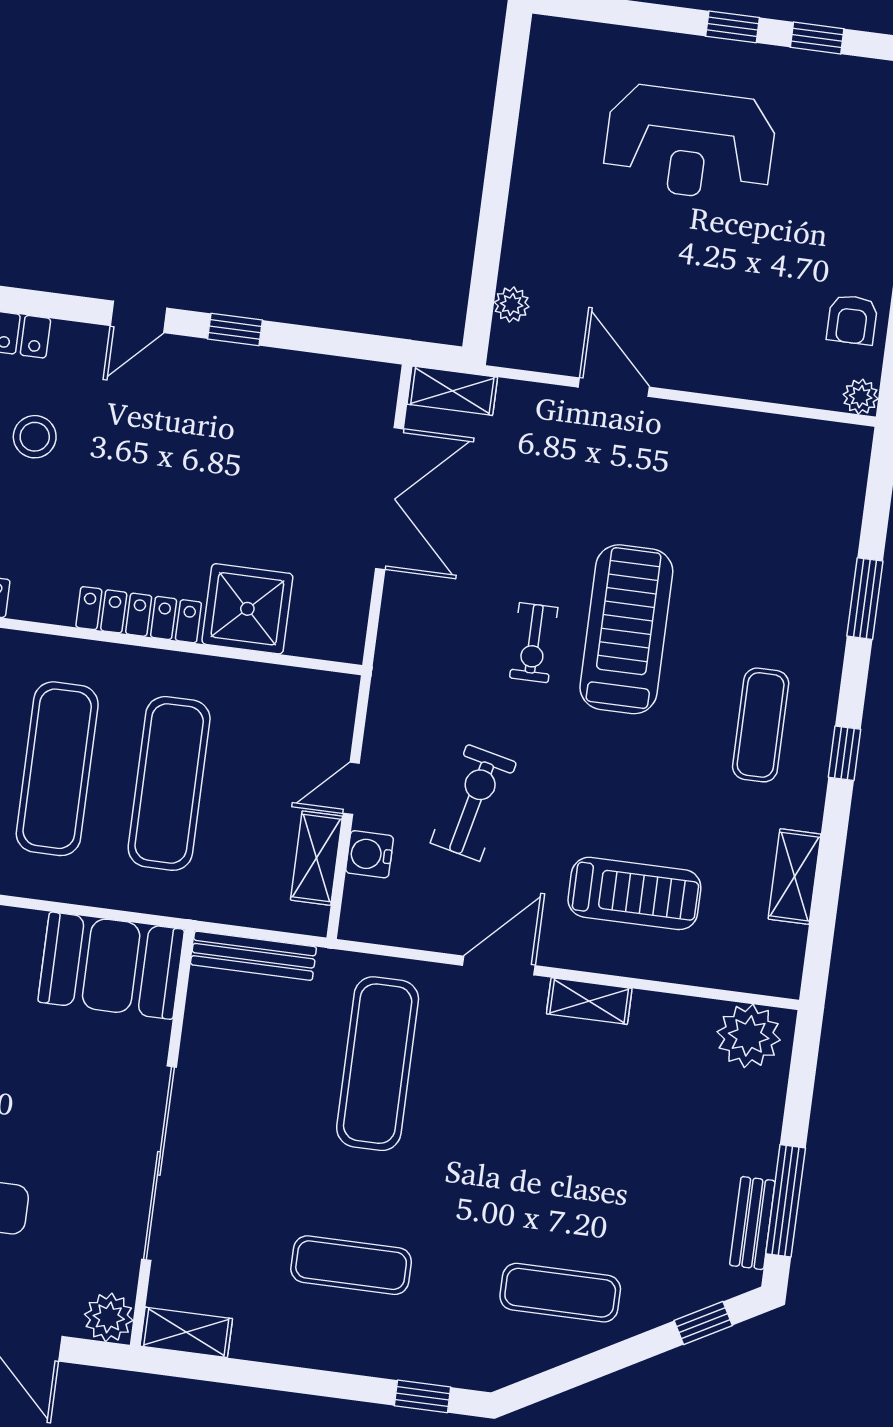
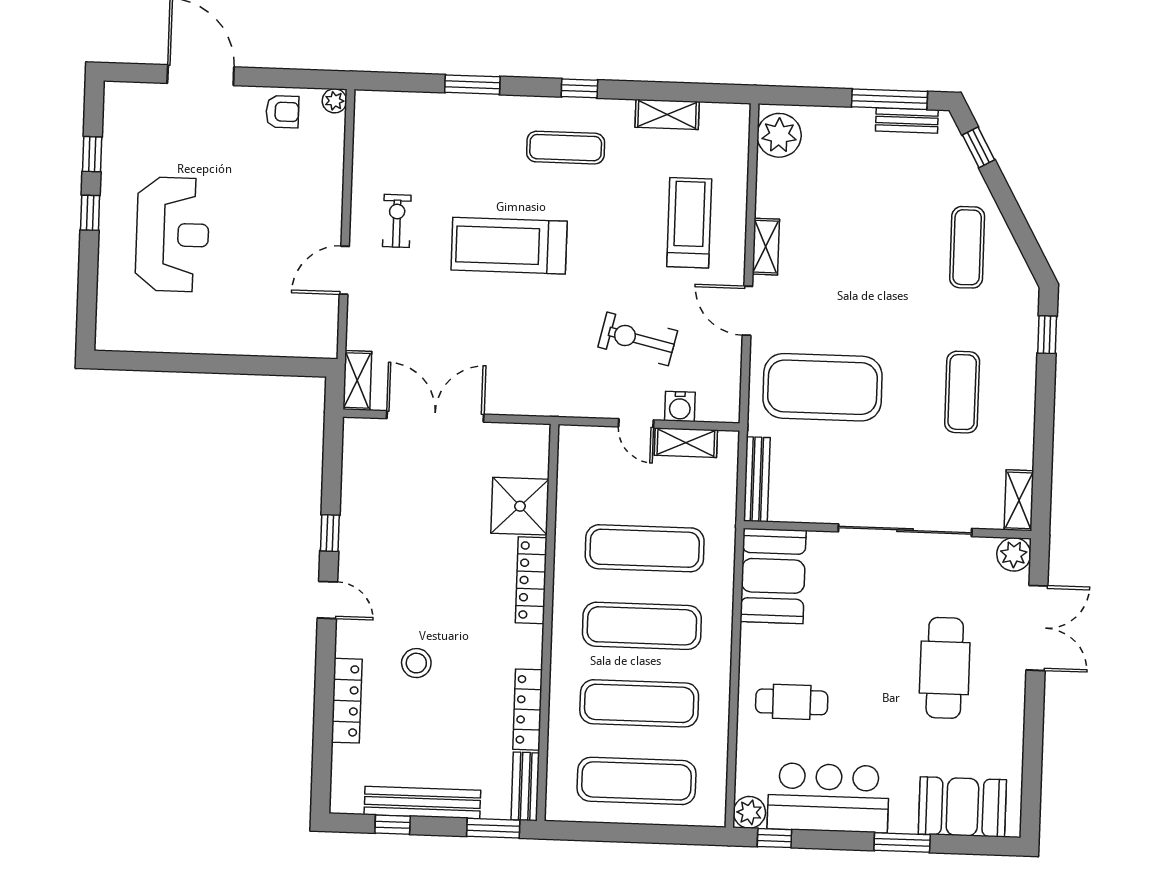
plant: (512, 304) -> (294, 346), removed
exercise bike: (534, 643) -> (397, 221), moved, turned -90
exercise mat: (378, 1064) -> (822, 387), width x1.47

